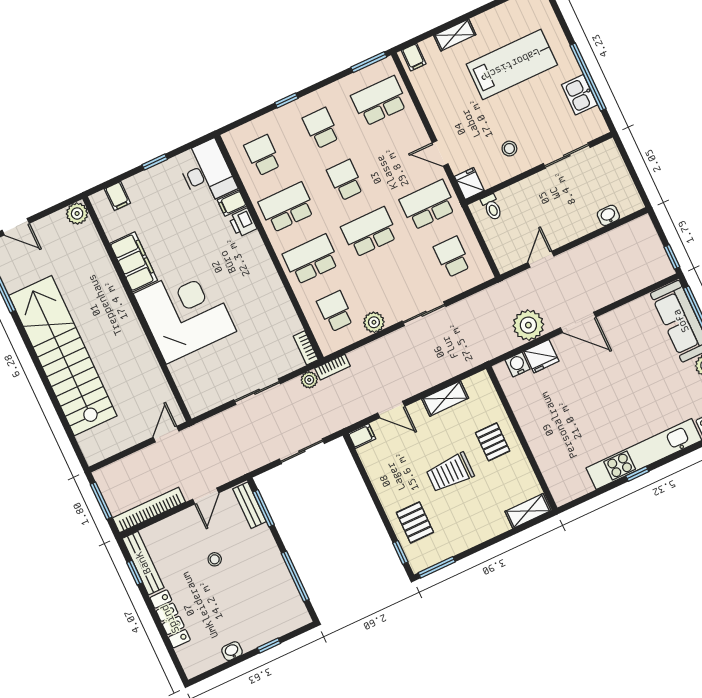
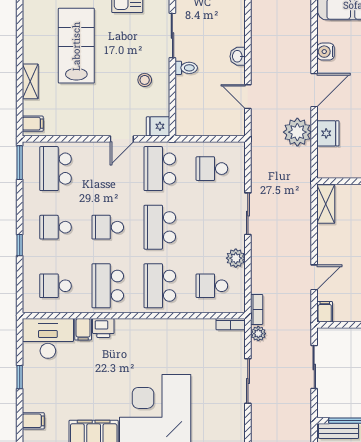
toilet: (492, 207) -> (186, 68), moved
washbasin: (608, 215) -> (238, 56), moved
water cooler: (518, 364) -> (326, 52), moved
shelving: (445, 398) -> (326, 204), moved

